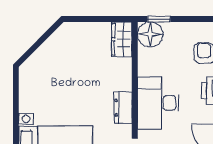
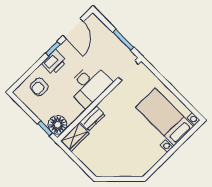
dresser: (123, 108) -> (92, 118), moved

